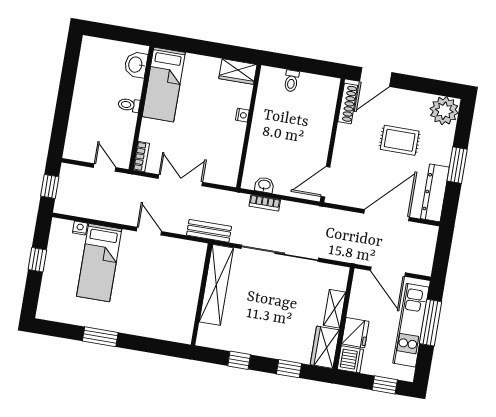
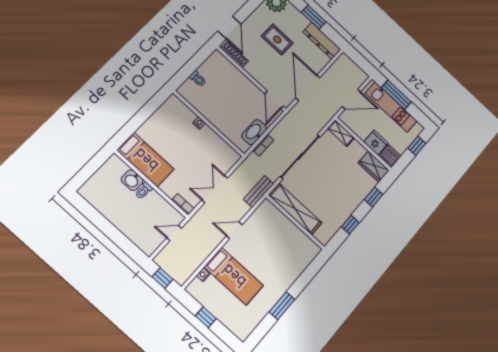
washbasin: (136, 65) -> (132, 180), moved
wardrobe: (238, 72) -> (169, 107), removed
rug: (400, 140) -> (277, 40), turned 90
washbasin: (264, 185) -> (254, 132), width x1.91, depth x1.45
door: (387, 215) -> (308, 88), moved
shelving: (335, 309) -> (341, 133), moved

